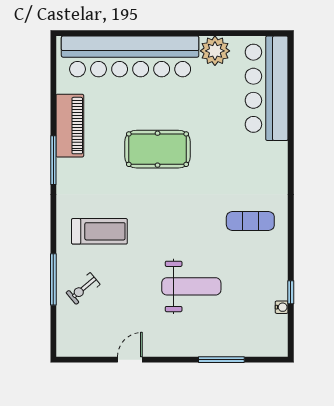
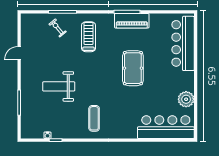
bar counter: (130, 56) -> (183, 43), width x0.73
piano: (70, 126) -> (132, 21), moved
treadmill: (99, 231) -> (89, 37), turned 180
weight bench: (191, 286) -> (59, 86), turned 90
door: (130, 360) -> (19, 53), swing flipped

